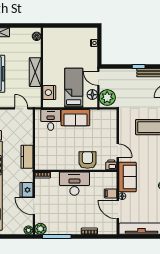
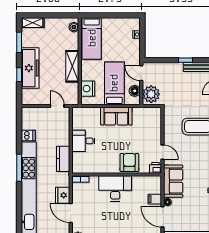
bed: (53, 47) -> (92, 38), added
desk: (51, 120) -> (83, 141), moved, turned -90

